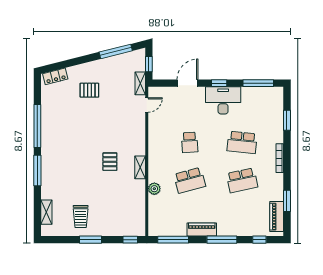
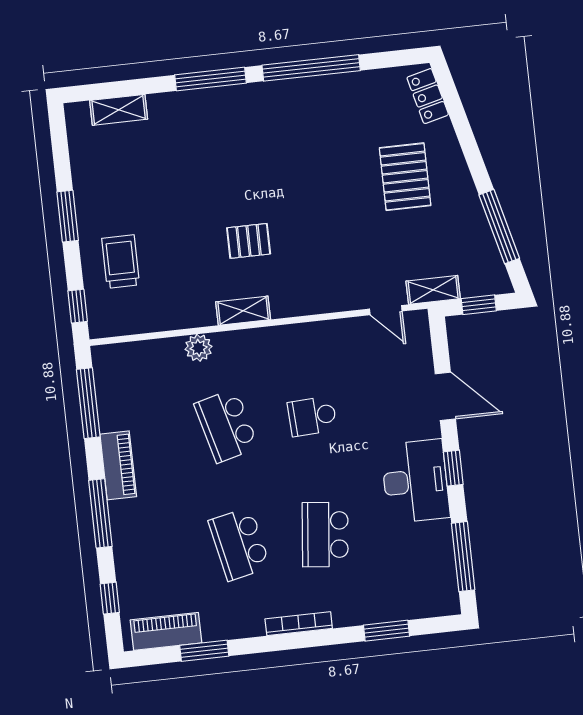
pallet: (89, 90) -> (405, 177), width x1.50, depth x1.42
trolley: (81, 217) -> (121, 262), moved, turned 90

